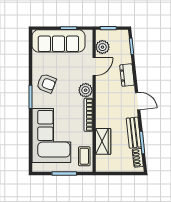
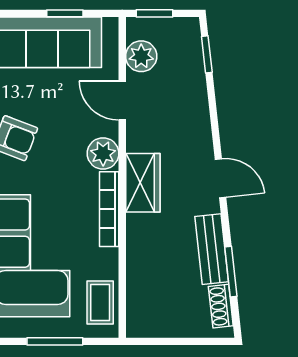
door: (94, 67) -> (122, 101), swing flipped
dresser: (127, 75) -> (196, 119), removed
wardrobe: (103, 141) -> (143, 183), moved

